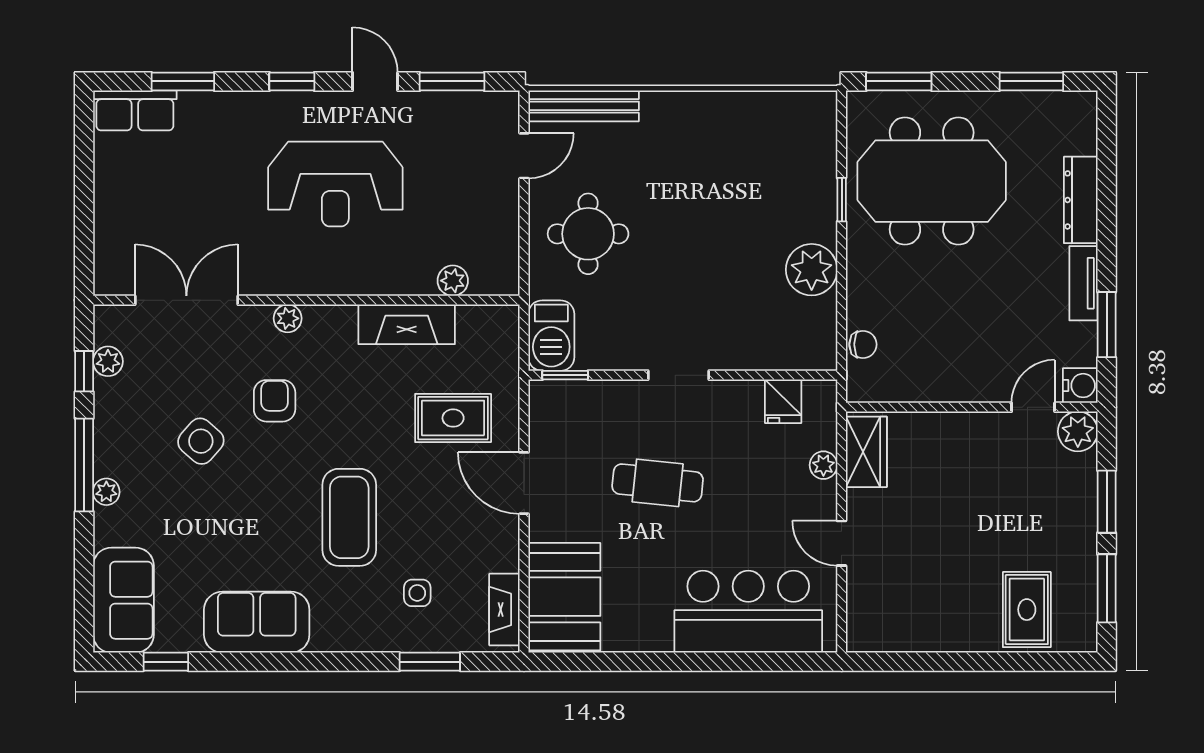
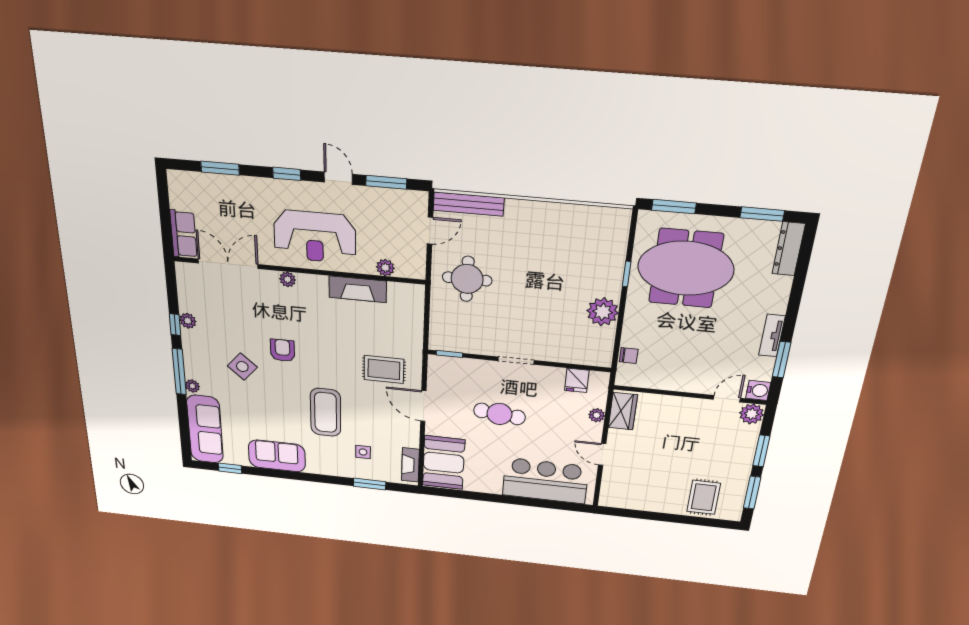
row of seats: (135, 110) -> (184, 234), moved, turned -90
dresser: (1081, 200) -> (789, 249), moved
plant: (453, 281) -> (385, 268), moved
double door: (186, 300) -> (228, 264), moved
wall: (306, 300) -> (298, 270), moved
plant: (288, 318) -> (288, 279), moved
fireplace: (407, 324) -> (358, 289), moved
barbecue: (551, 336) -> (442, 332), removed
sofa: (123, 600) -> (205, 429), width x1.36

